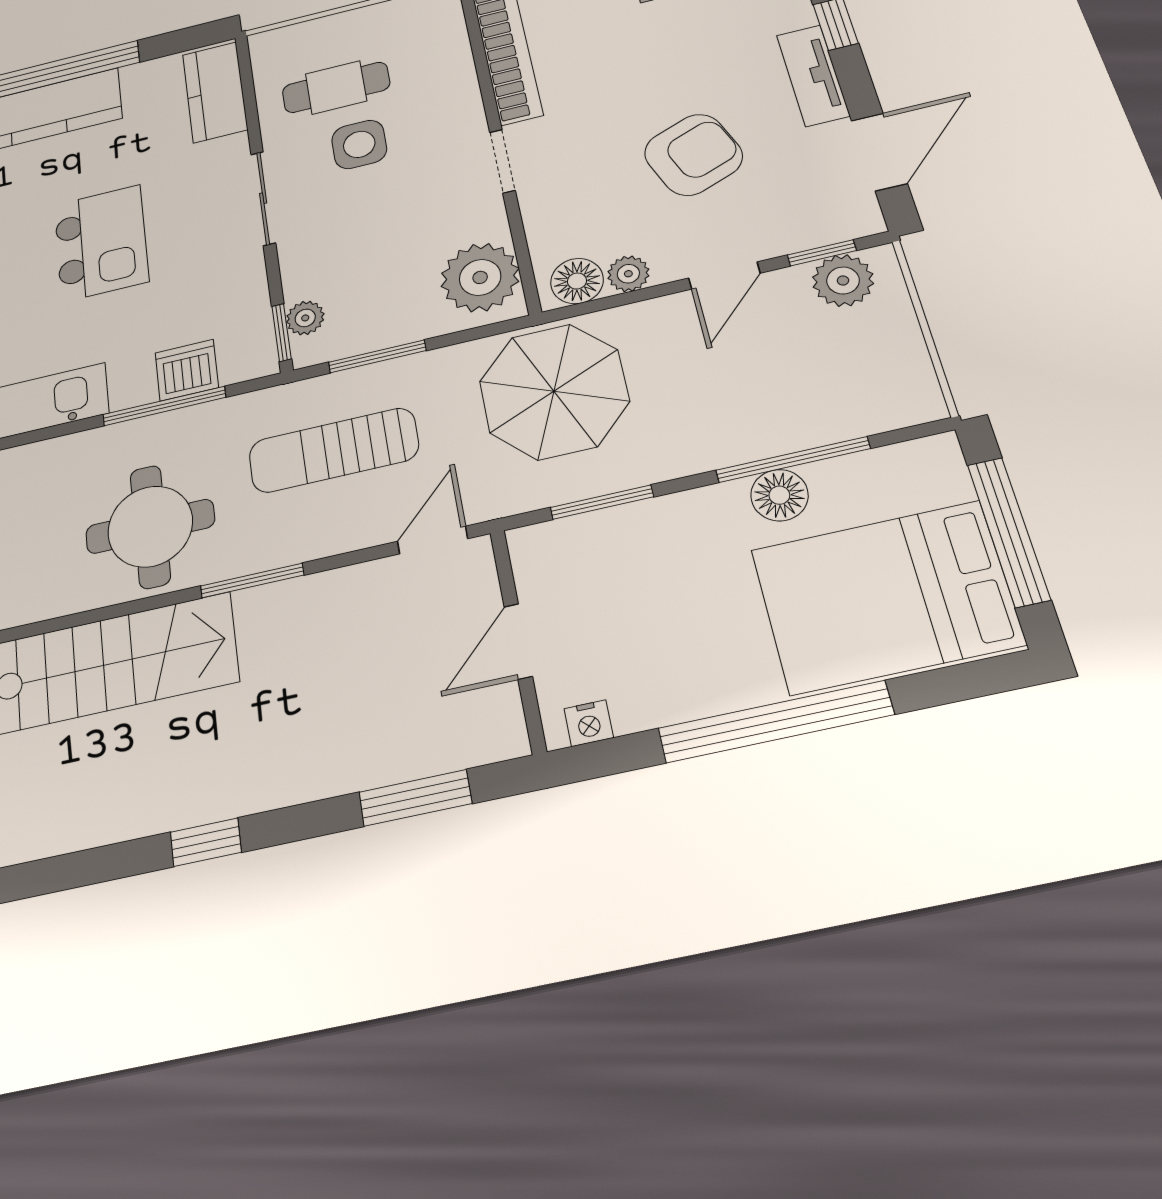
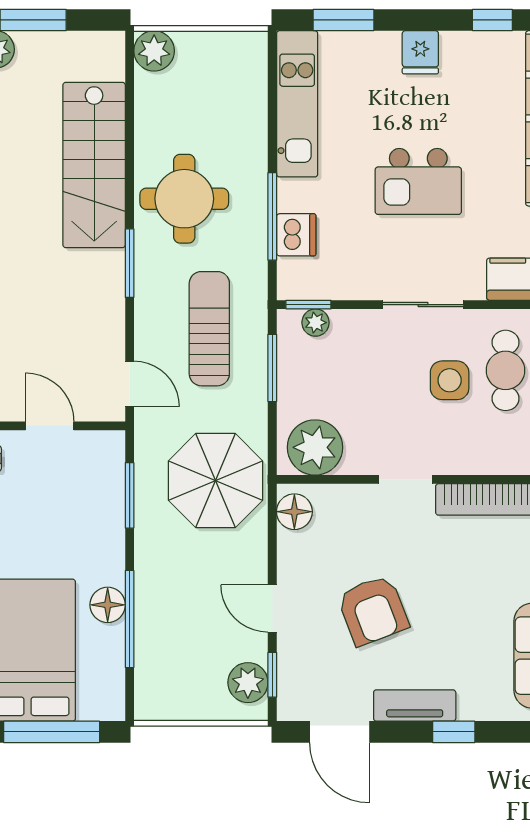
plant: (628, 274) -> (291, 547), removed

